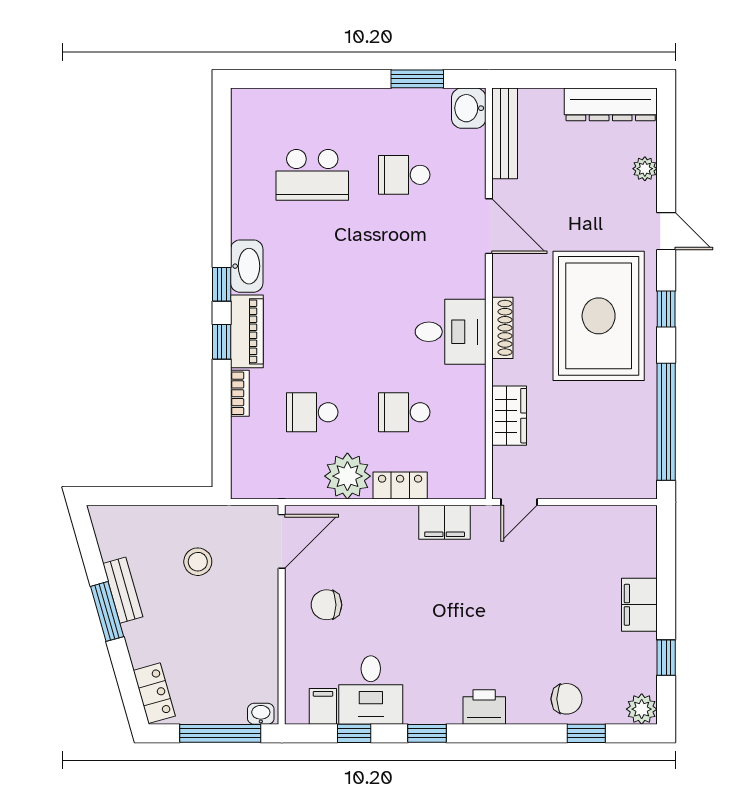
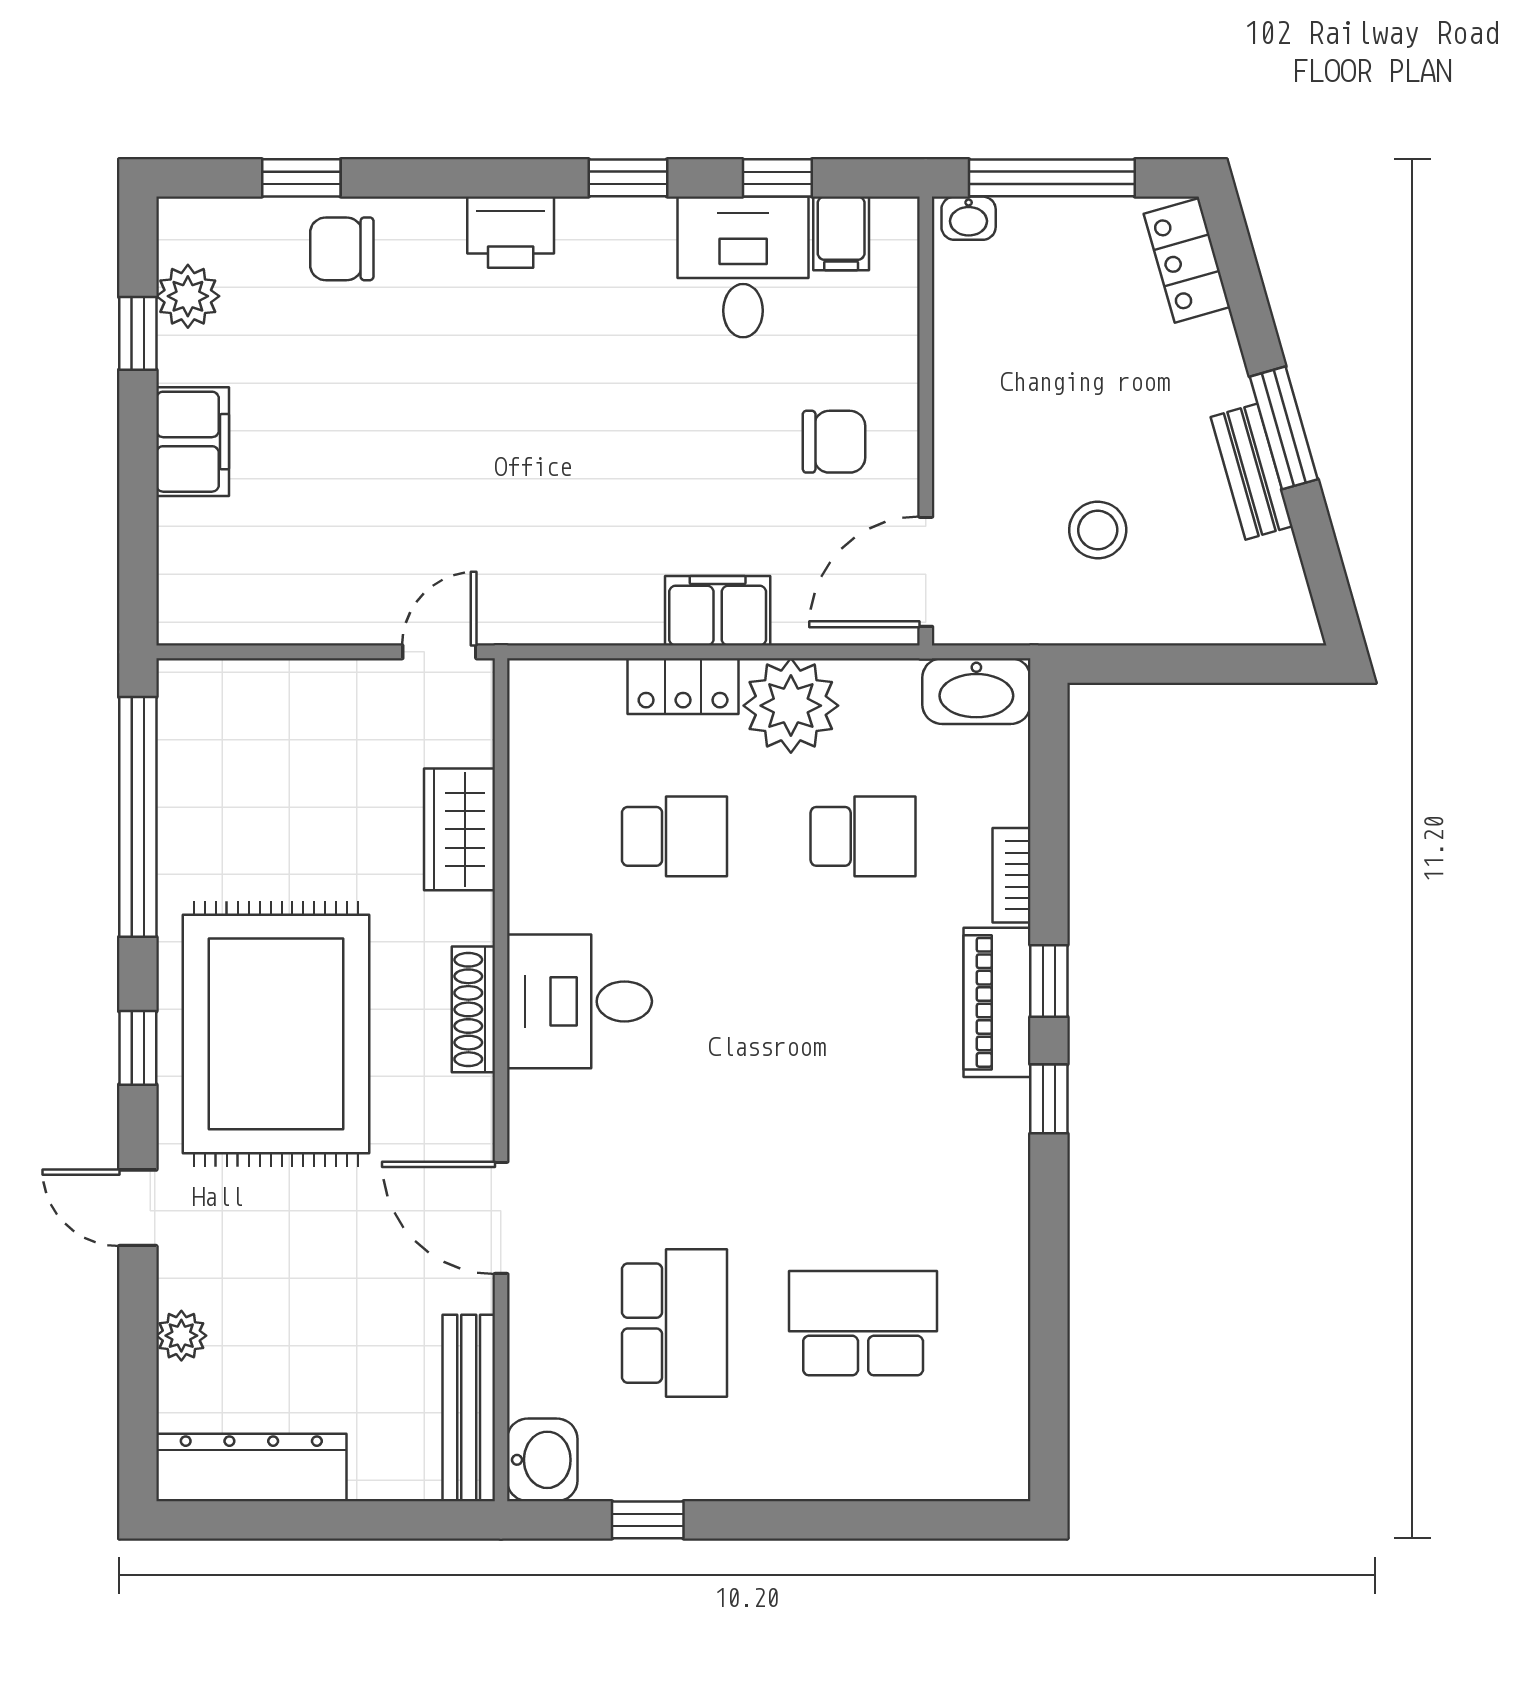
window: (417, 79) -> (648, 1520), width x0.67
school desk: (404, 175) -> (674, 1323), width x1.85
washbasin: (247, 266) -> (976, 691), moved, turned -90
filing cabinet: (445, 522) -> (718, 611), moved
plant: (642, 709) -> (188, 296), moved

